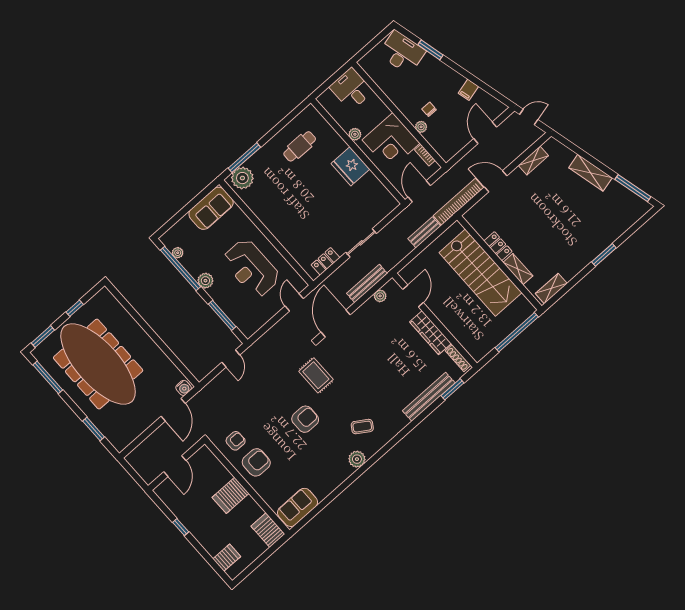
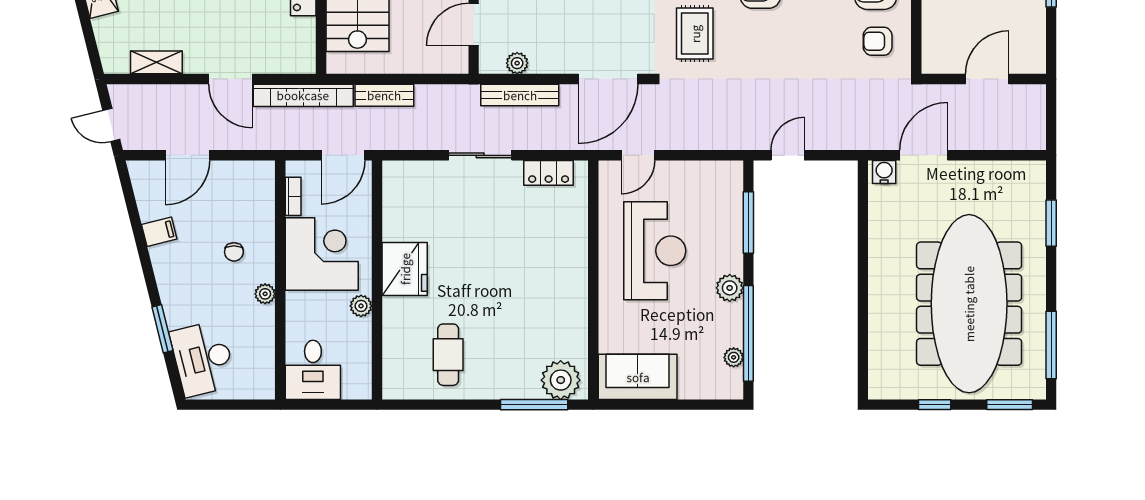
plant: (421, 127) -> (265, 294), moved
cafe table: (300, 146) -> (448, 355), turned 90

